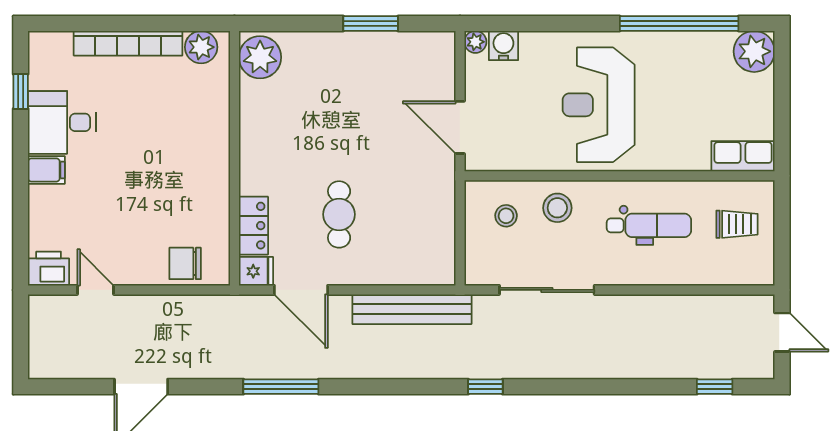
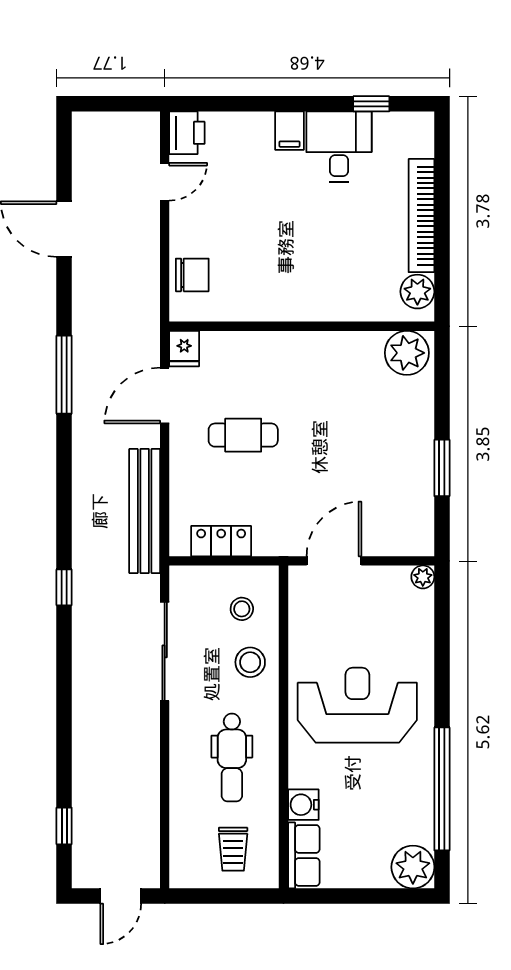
water cooler: (503, 46) -> (303, 805), moved, turned 180
locker: (253, 226) -> (221, 541), moved, turned 180
chair: (185, 263) -> (192, 275), turned 90

